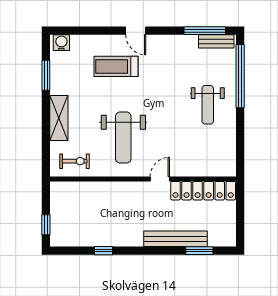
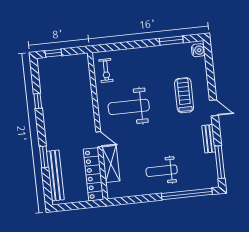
door: (136, 31) -> (214, 108), swing flipped
bench: (216, 41) -> (209, 139), moved
shelving: (59, 118) -> (111, 164), moved, turned 90
bench: (175, 239) -> (55, 175), moved
window: (199, 251) -> (44, 157), moved

